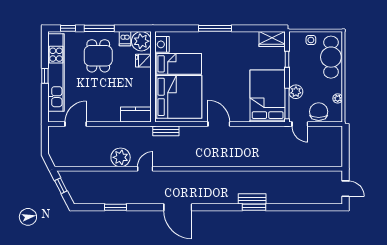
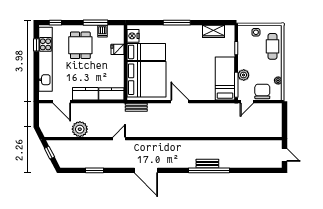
window: (99, 28) -> (95, 23), moved
wardrobe: (272, 39) -> (213, 31), moved
plant: (141, 41) -> (116, 33), removed
cafe table: (331, 57) -> (273, 46), width x0.73, depth x0.74
window: (45, 76) -> (36, 45), moved
bed: (268, 96) -> (225, 79), width x0.67
kitchen counter: (104, 114) -> (85, 94), added
door: (76, 124) -> (62, 102), swing flipped
door: (300, 124) -> (247, 102), hinge flipped
plant: (121, 157) -> (80, 129), moved
window: (254, 207) -> (209, 170), width x2.11

